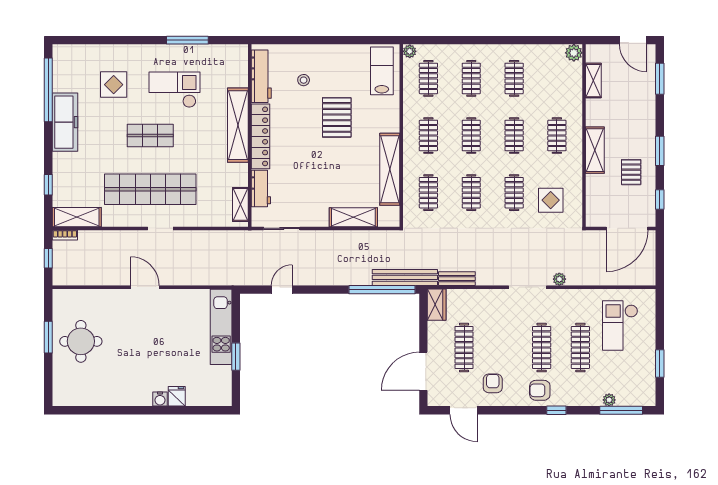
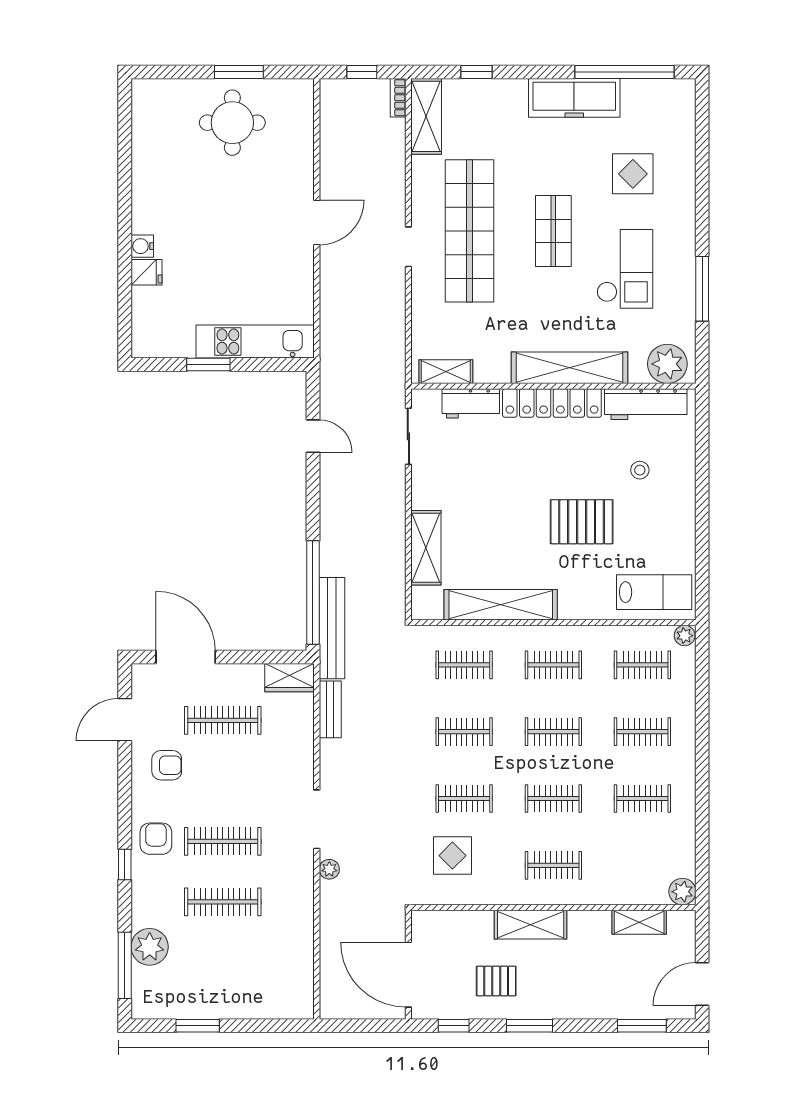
plant: (235, 62) -> (667, 364), added
checkout: (620, 325) -> (257, 964), removed
plant: (609, 400) -> (150, 947), width x1.88, depth x1.88

